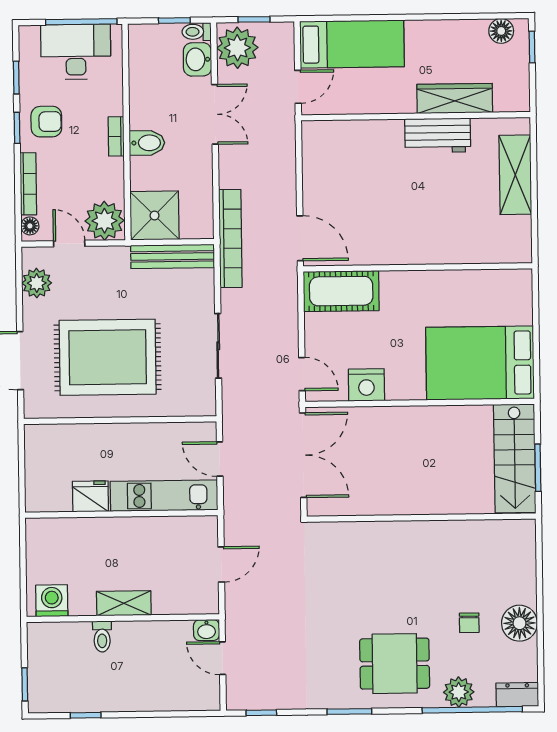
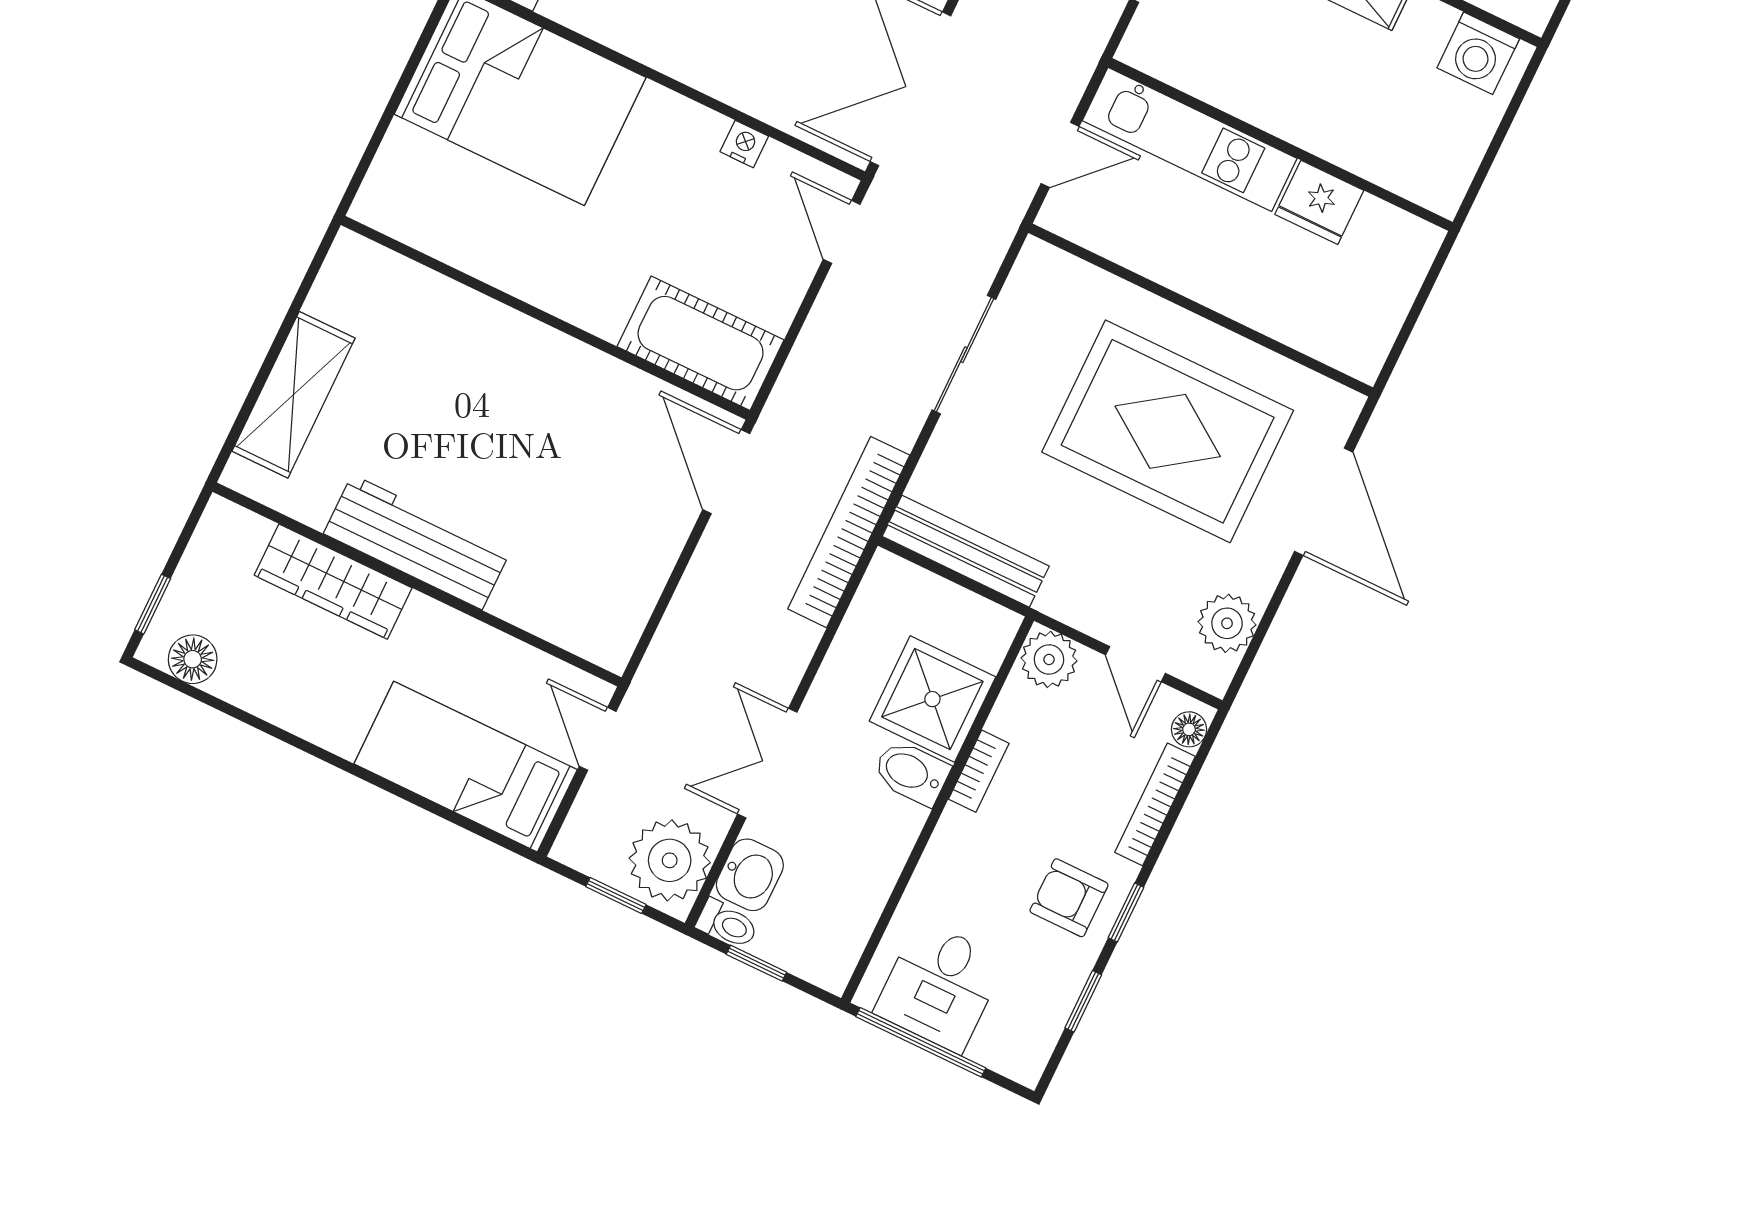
desk: (76, 52) -> (940, 986), width x0.73
door: (298, 87) -> (598, 739), hinge flipped
workbench: (438, 135) -> (417, 542), width x1.38
bookcase: (116, 136) -> (979, 771), moved
shower: (155, 216) -> (932, 699), moved
plant: (104, 221) -> (1049, 659), width x0.73, depth x0.73
nightstand: (366, 385) -> (744, 144), width x0.53, depth x0.56
door: (220, 459) -> (1060, 155), hinge flipped

